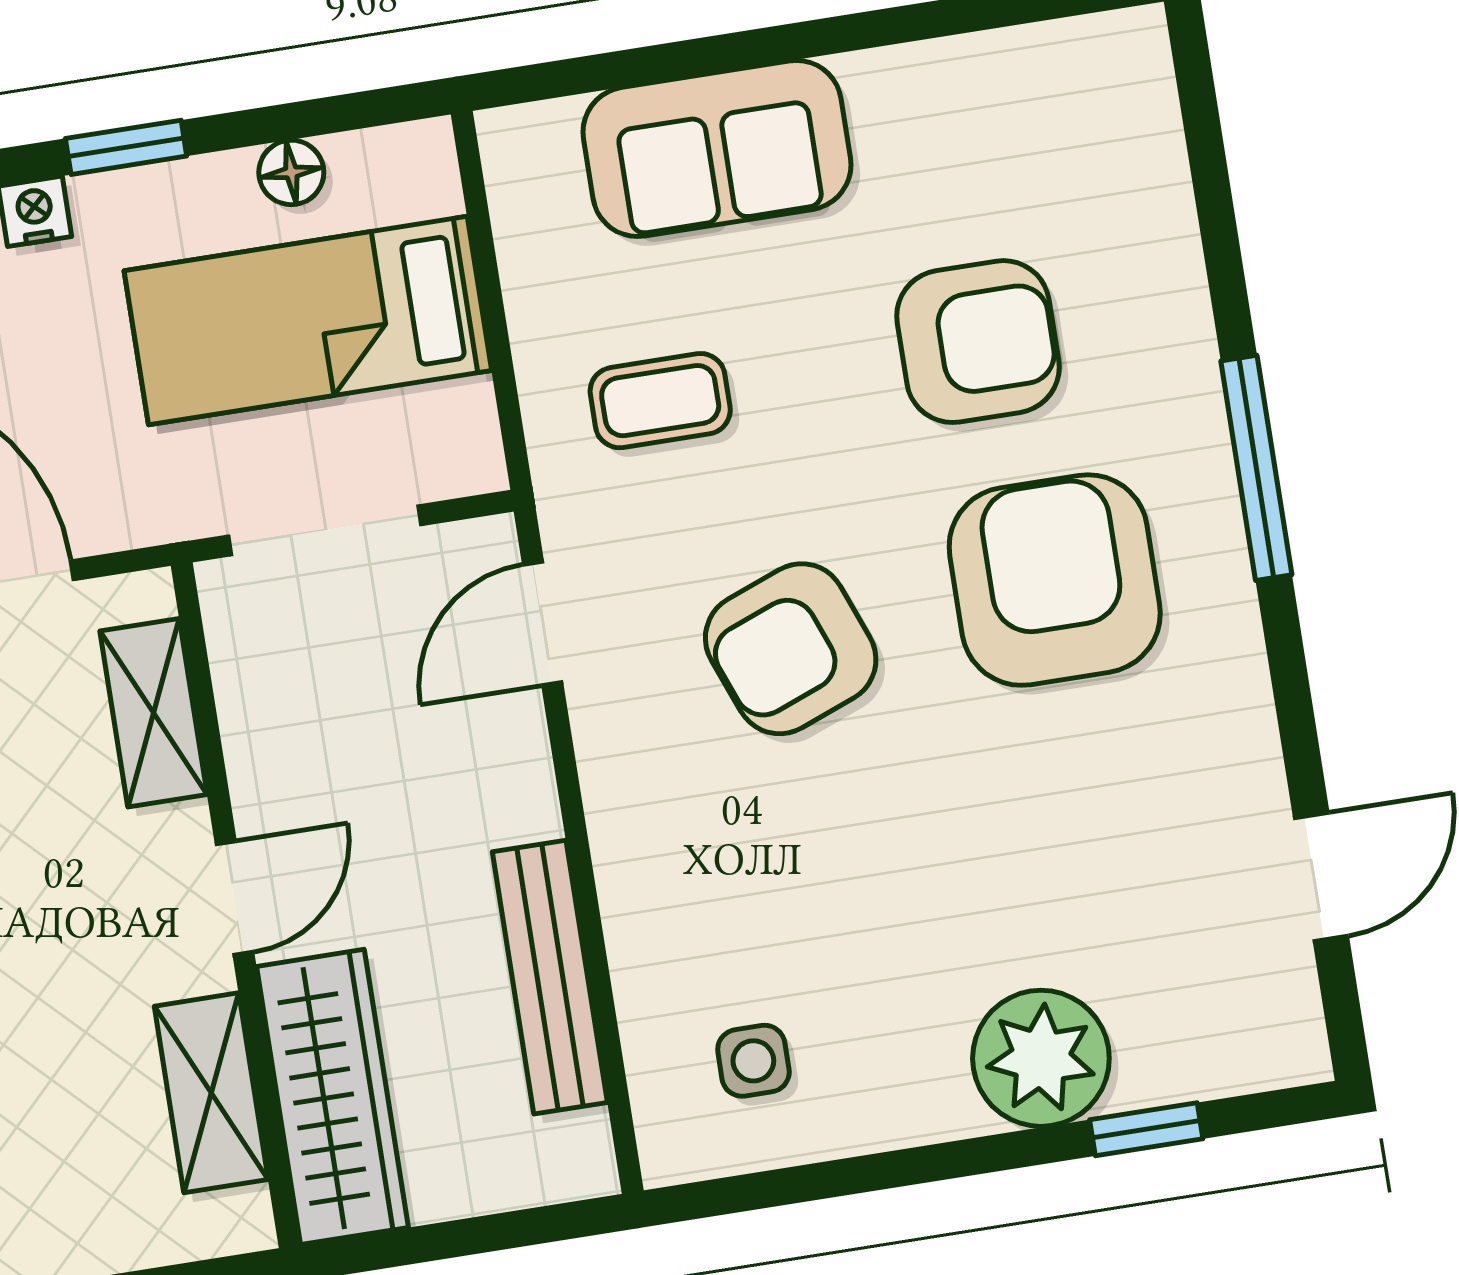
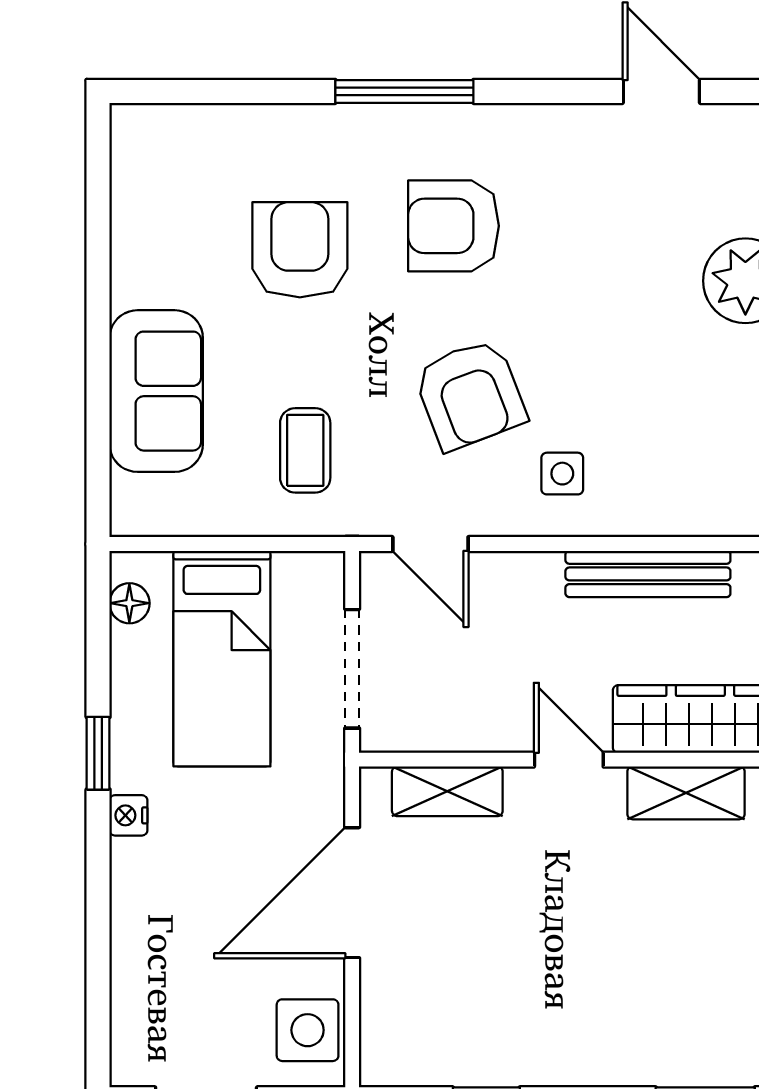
floor lamp: (291, 172) -> (129, 603), moved
armchair: (1055, 580) -> (454, 226), width x0.73, depth x0.73
side table: (753, 1061) -> (562, 474), moved

